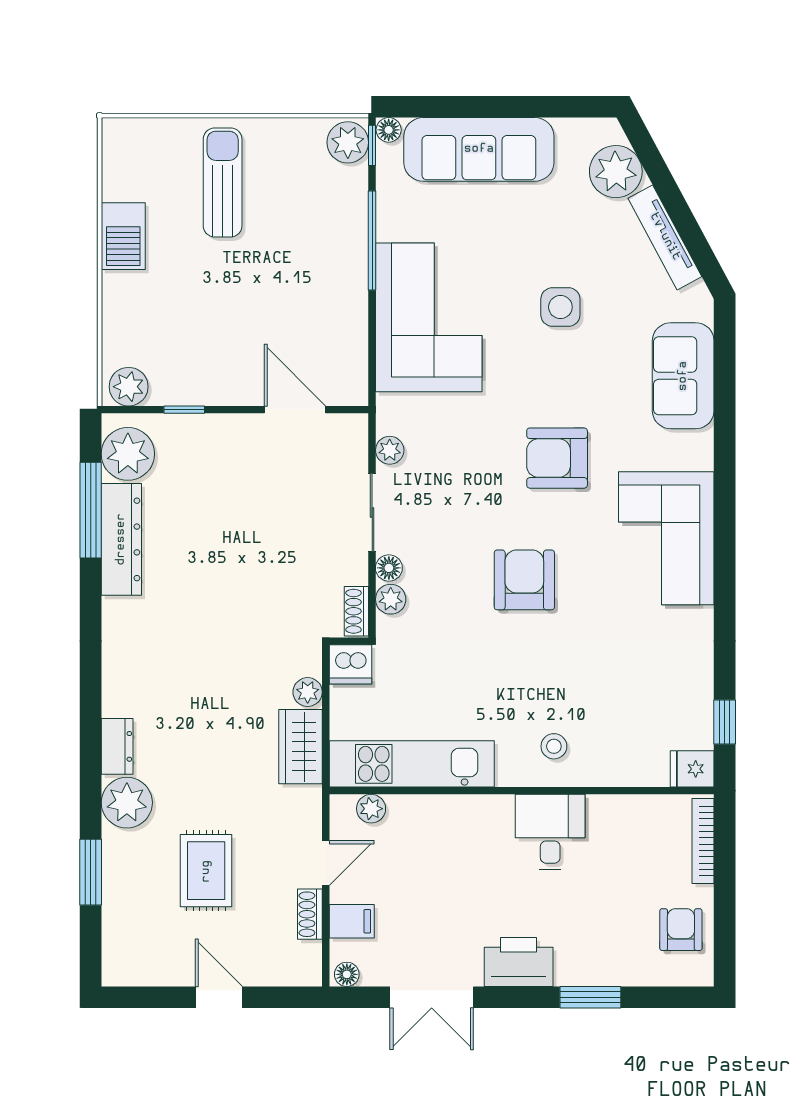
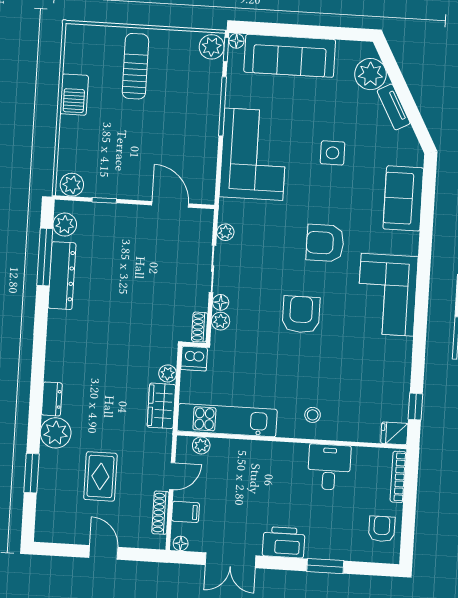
tv unit: (665, 237) -> (394, 107), width x0.71
plant: (128, 454) -> (65, 225), width x0.73, depth x0.73
desk: (550, 832) -> (329, 467), moved
shoe rack: (310, 914) -> (160, 513), width x1.43

